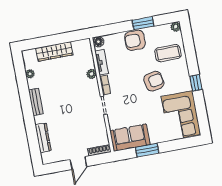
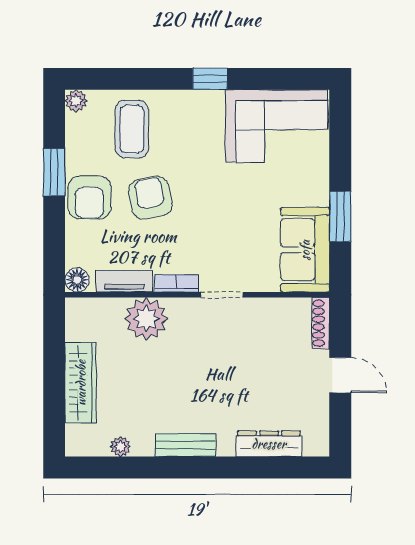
plant: (91, 74) -> (146, 319), width x1.88, depth x1.88
armchair: (154, 81) -> (150, 198), moved

